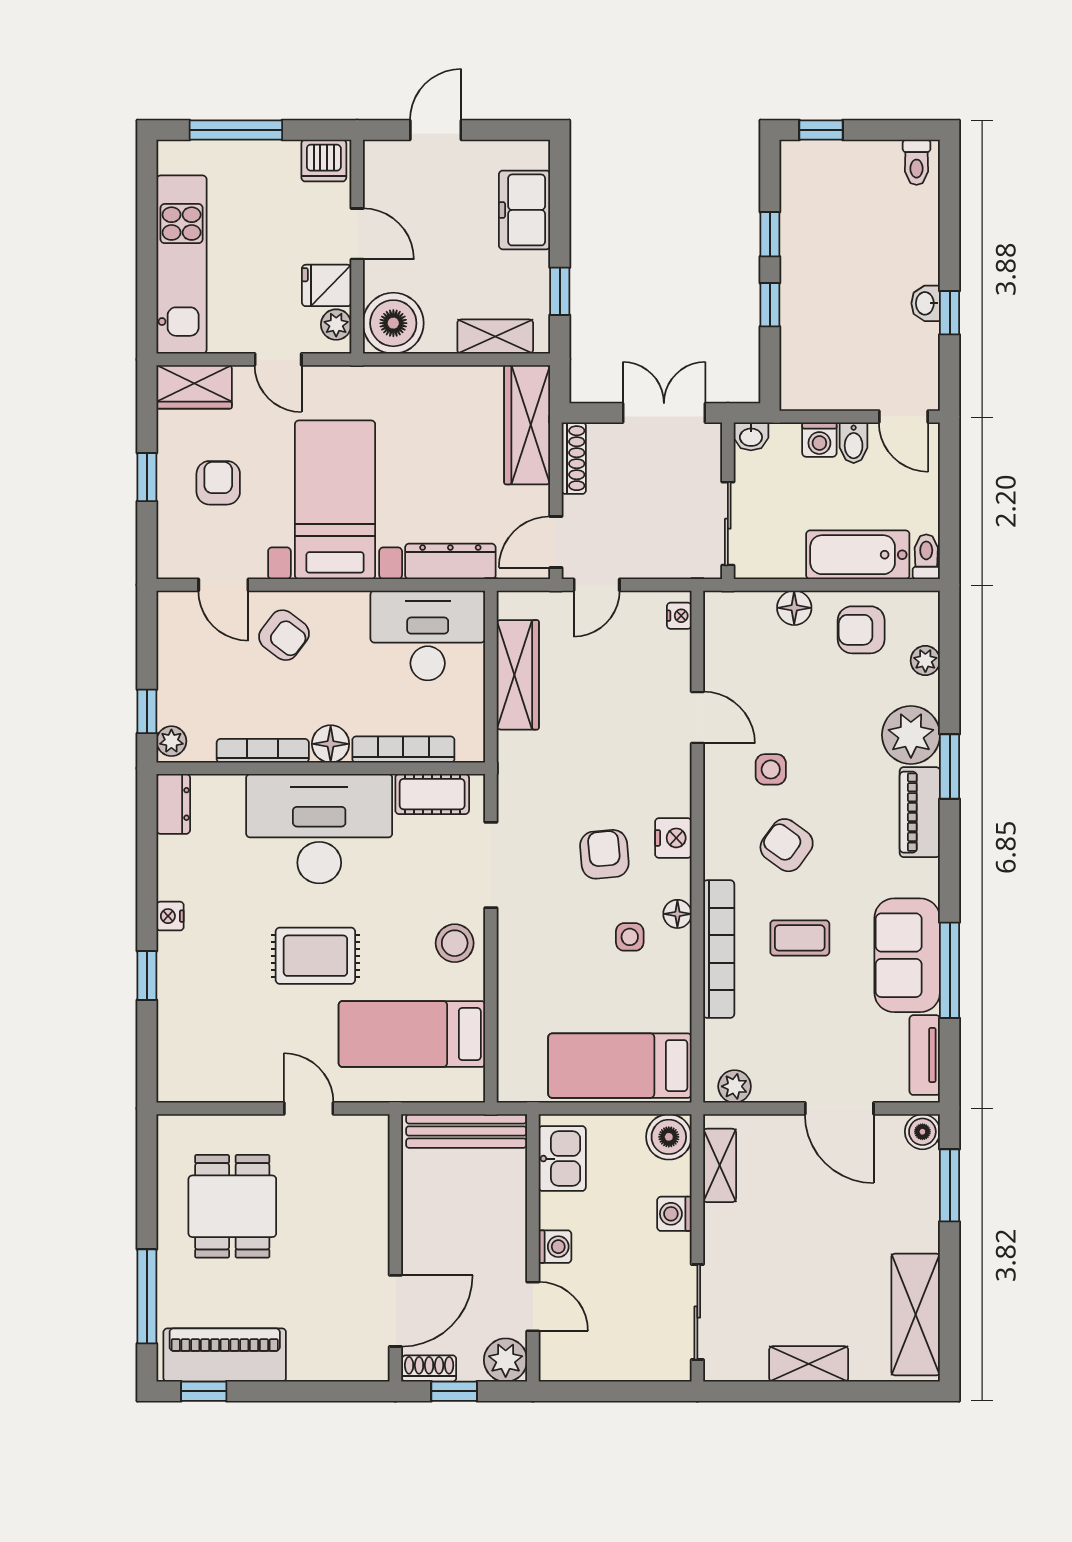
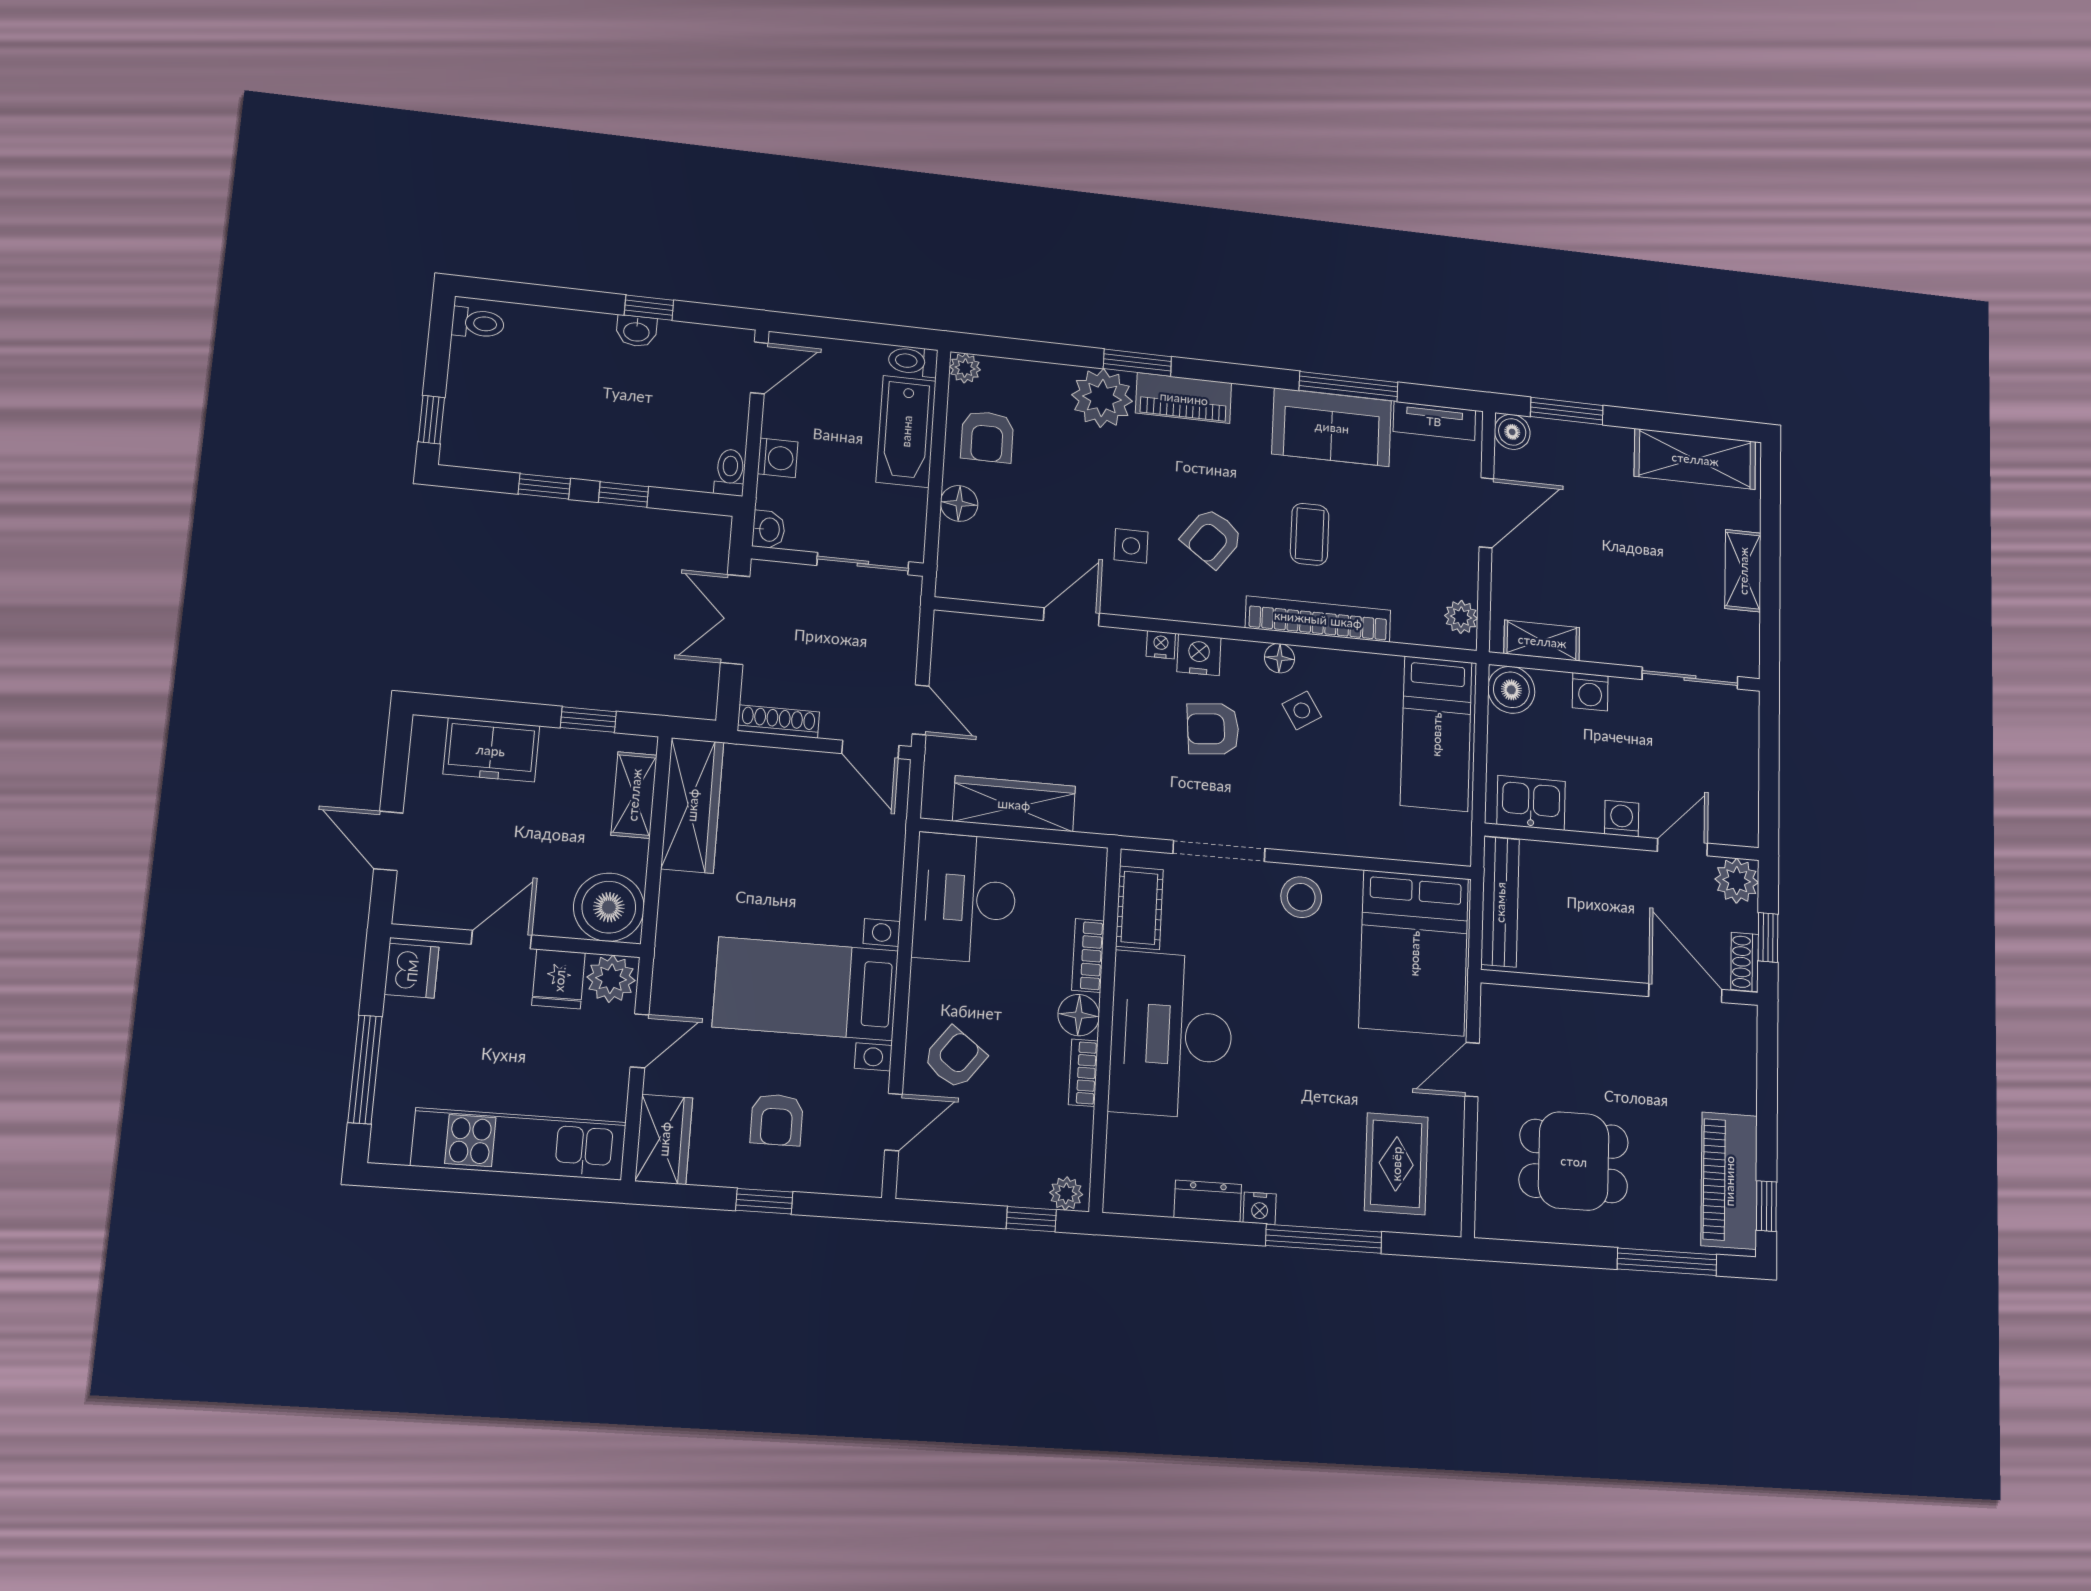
plant: (336, 325) -> (611, 979), width x1.38, depth x1.38
toilet: (801, 398) -> (730, 472), added
wardrobe: (527, 425) -> (692, 805), moved, turned -90
bidet: (854, 443) -> (784, 423), removed
armchair: (218, 483) -> (777, 1120), turned -90
dresser: (450, 561) -> (884, 866), removed
nightstand: (679, 616) -> (1161, 645), moved
plant: (925, 661) -> (965, 368), moved
bookcase: (403, 749) -> (1088, 955), width x0.64
bookcase: (263, 751) -> (1083, 1073), width x0.64
dresser: (173, 804) -> (1208, 1201), moved
side table: (630, 937) -> (1302, 710), turned -32
rug: (315, 956) -> (1396, 1164), moved
window: (147, 976) -> (1324, 1239), width x2.17
bed: (412, 1034) -> (1414, 953), width x1.50

